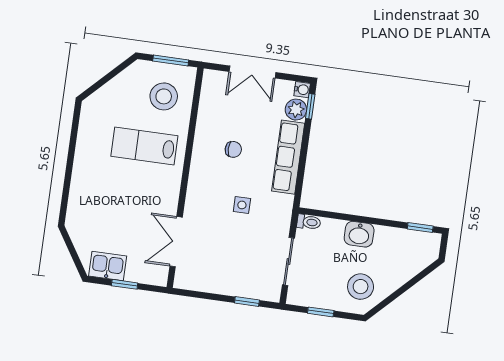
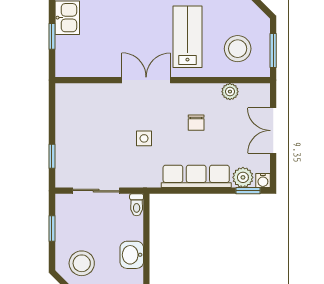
plant: (206, 110) -> (230, 92), added
double door: (176, 242) -> (146, 80), moved

